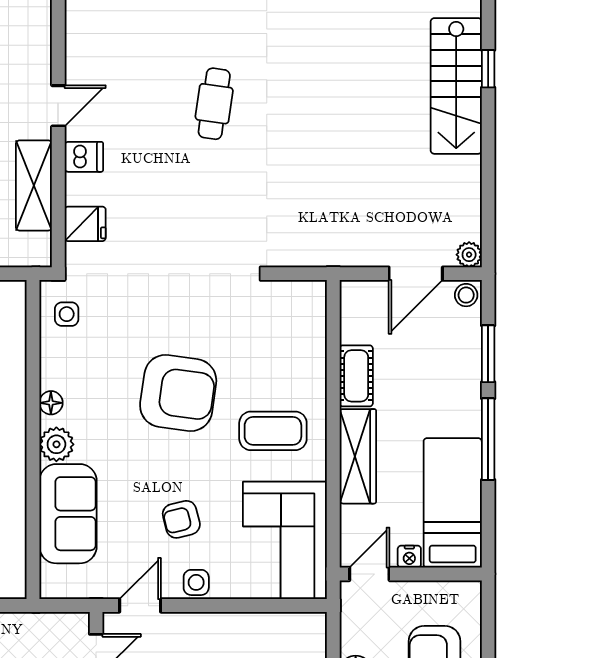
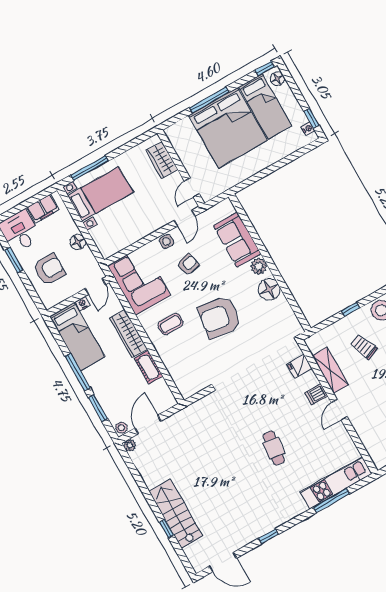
side table: (67, 314) -> (286, 324), removed
floor lamp: (51, 403) -> (269, 289), width x1.89, depth x1.89
coffee table: (273, 431) -> (170, 324), width x0.73, depth x0.77

